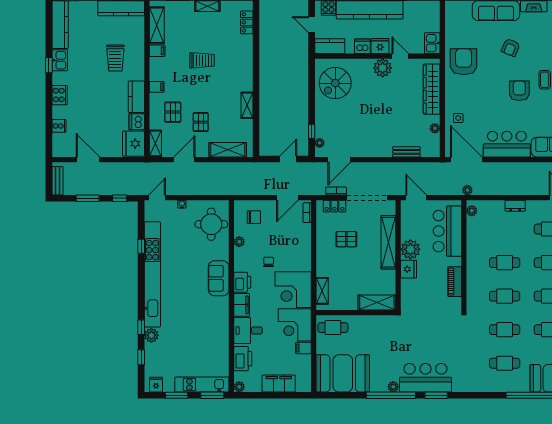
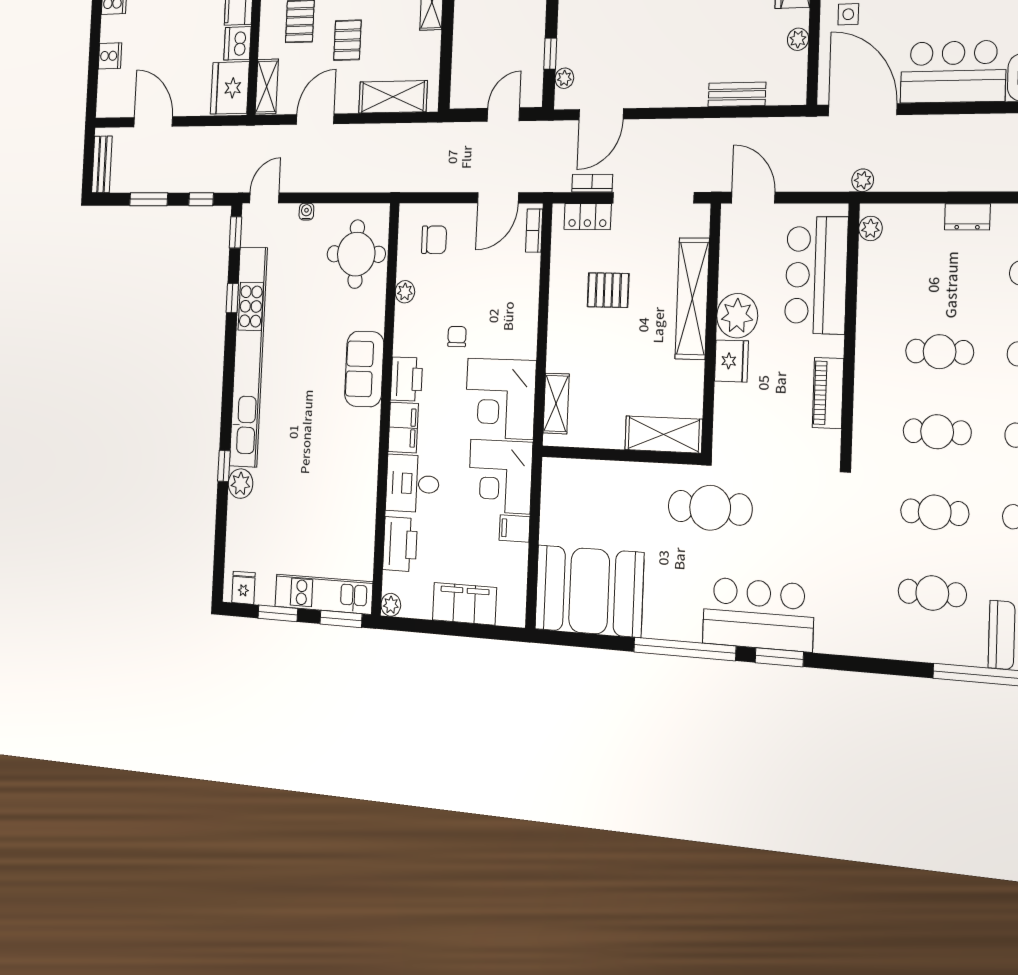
cafe table: (333, 328) -> (710, 508), moved, width x1.37, depth x1.35
window: (141, 357) -> (235, 232), moved
plant: (393, 387) -> (690, 630), removed

